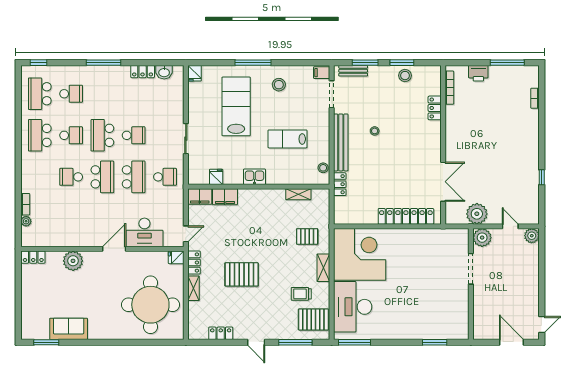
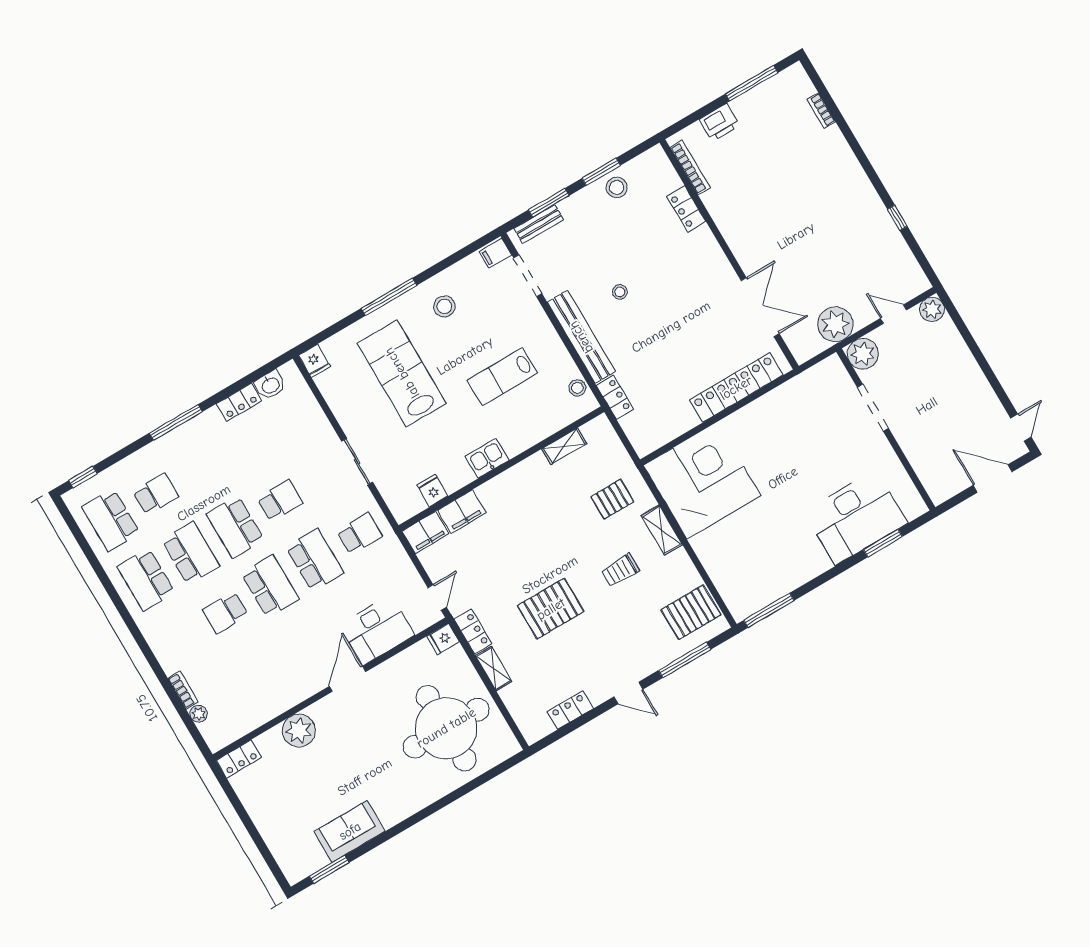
school desk: (71, 135) -> (191, 553), width x1.85
trolley: (301, 294) -> (620, 570), moved
desk: (353, 307) -> (856, 517), moved, turned -90

